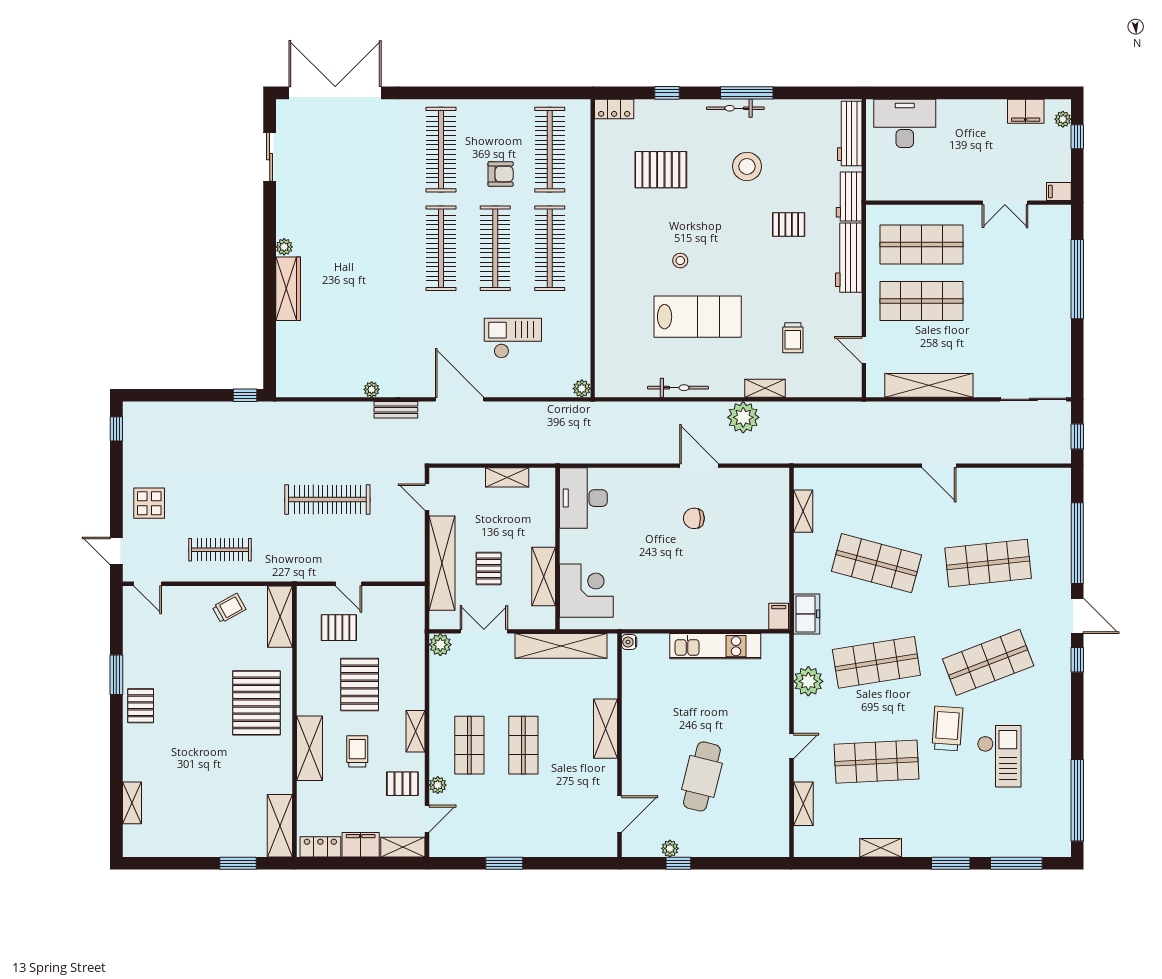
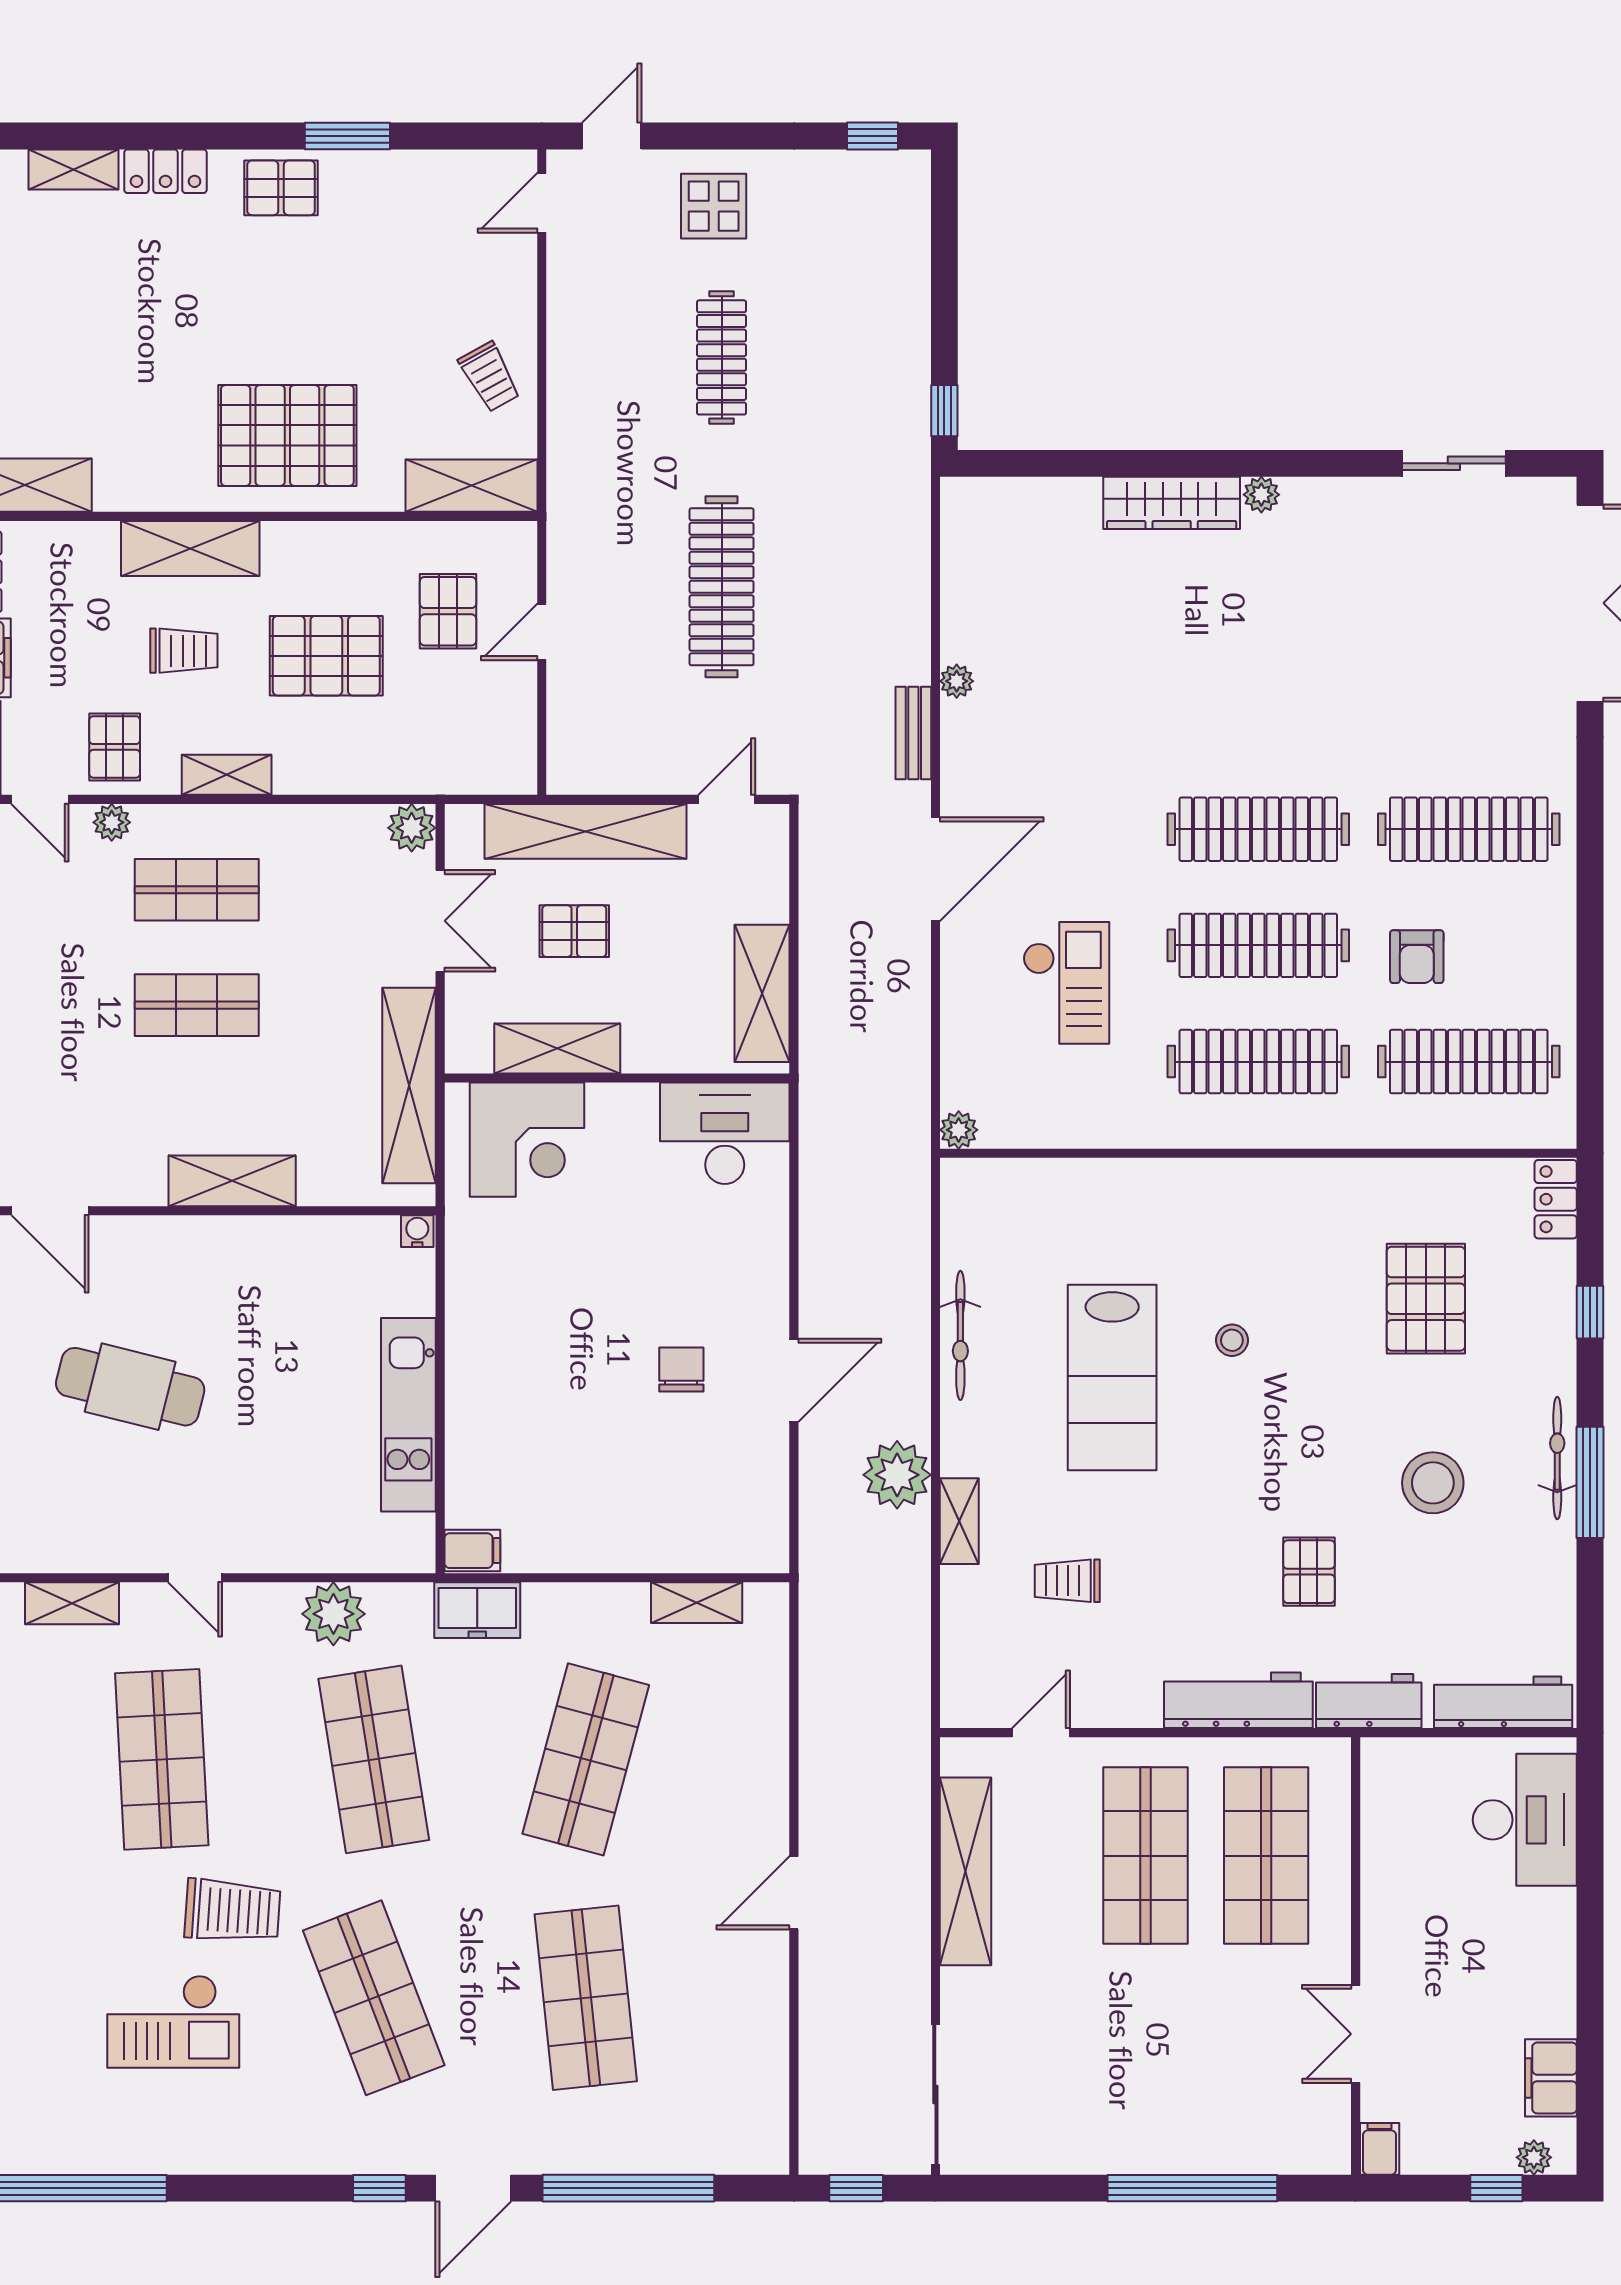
shelving: (507, 477) -> (762, 993), width x1.50, depth x1.33
clothes rail: (220, 550) -> (722, 357), moved
locker: (133, 760) -> (165, 171), added

